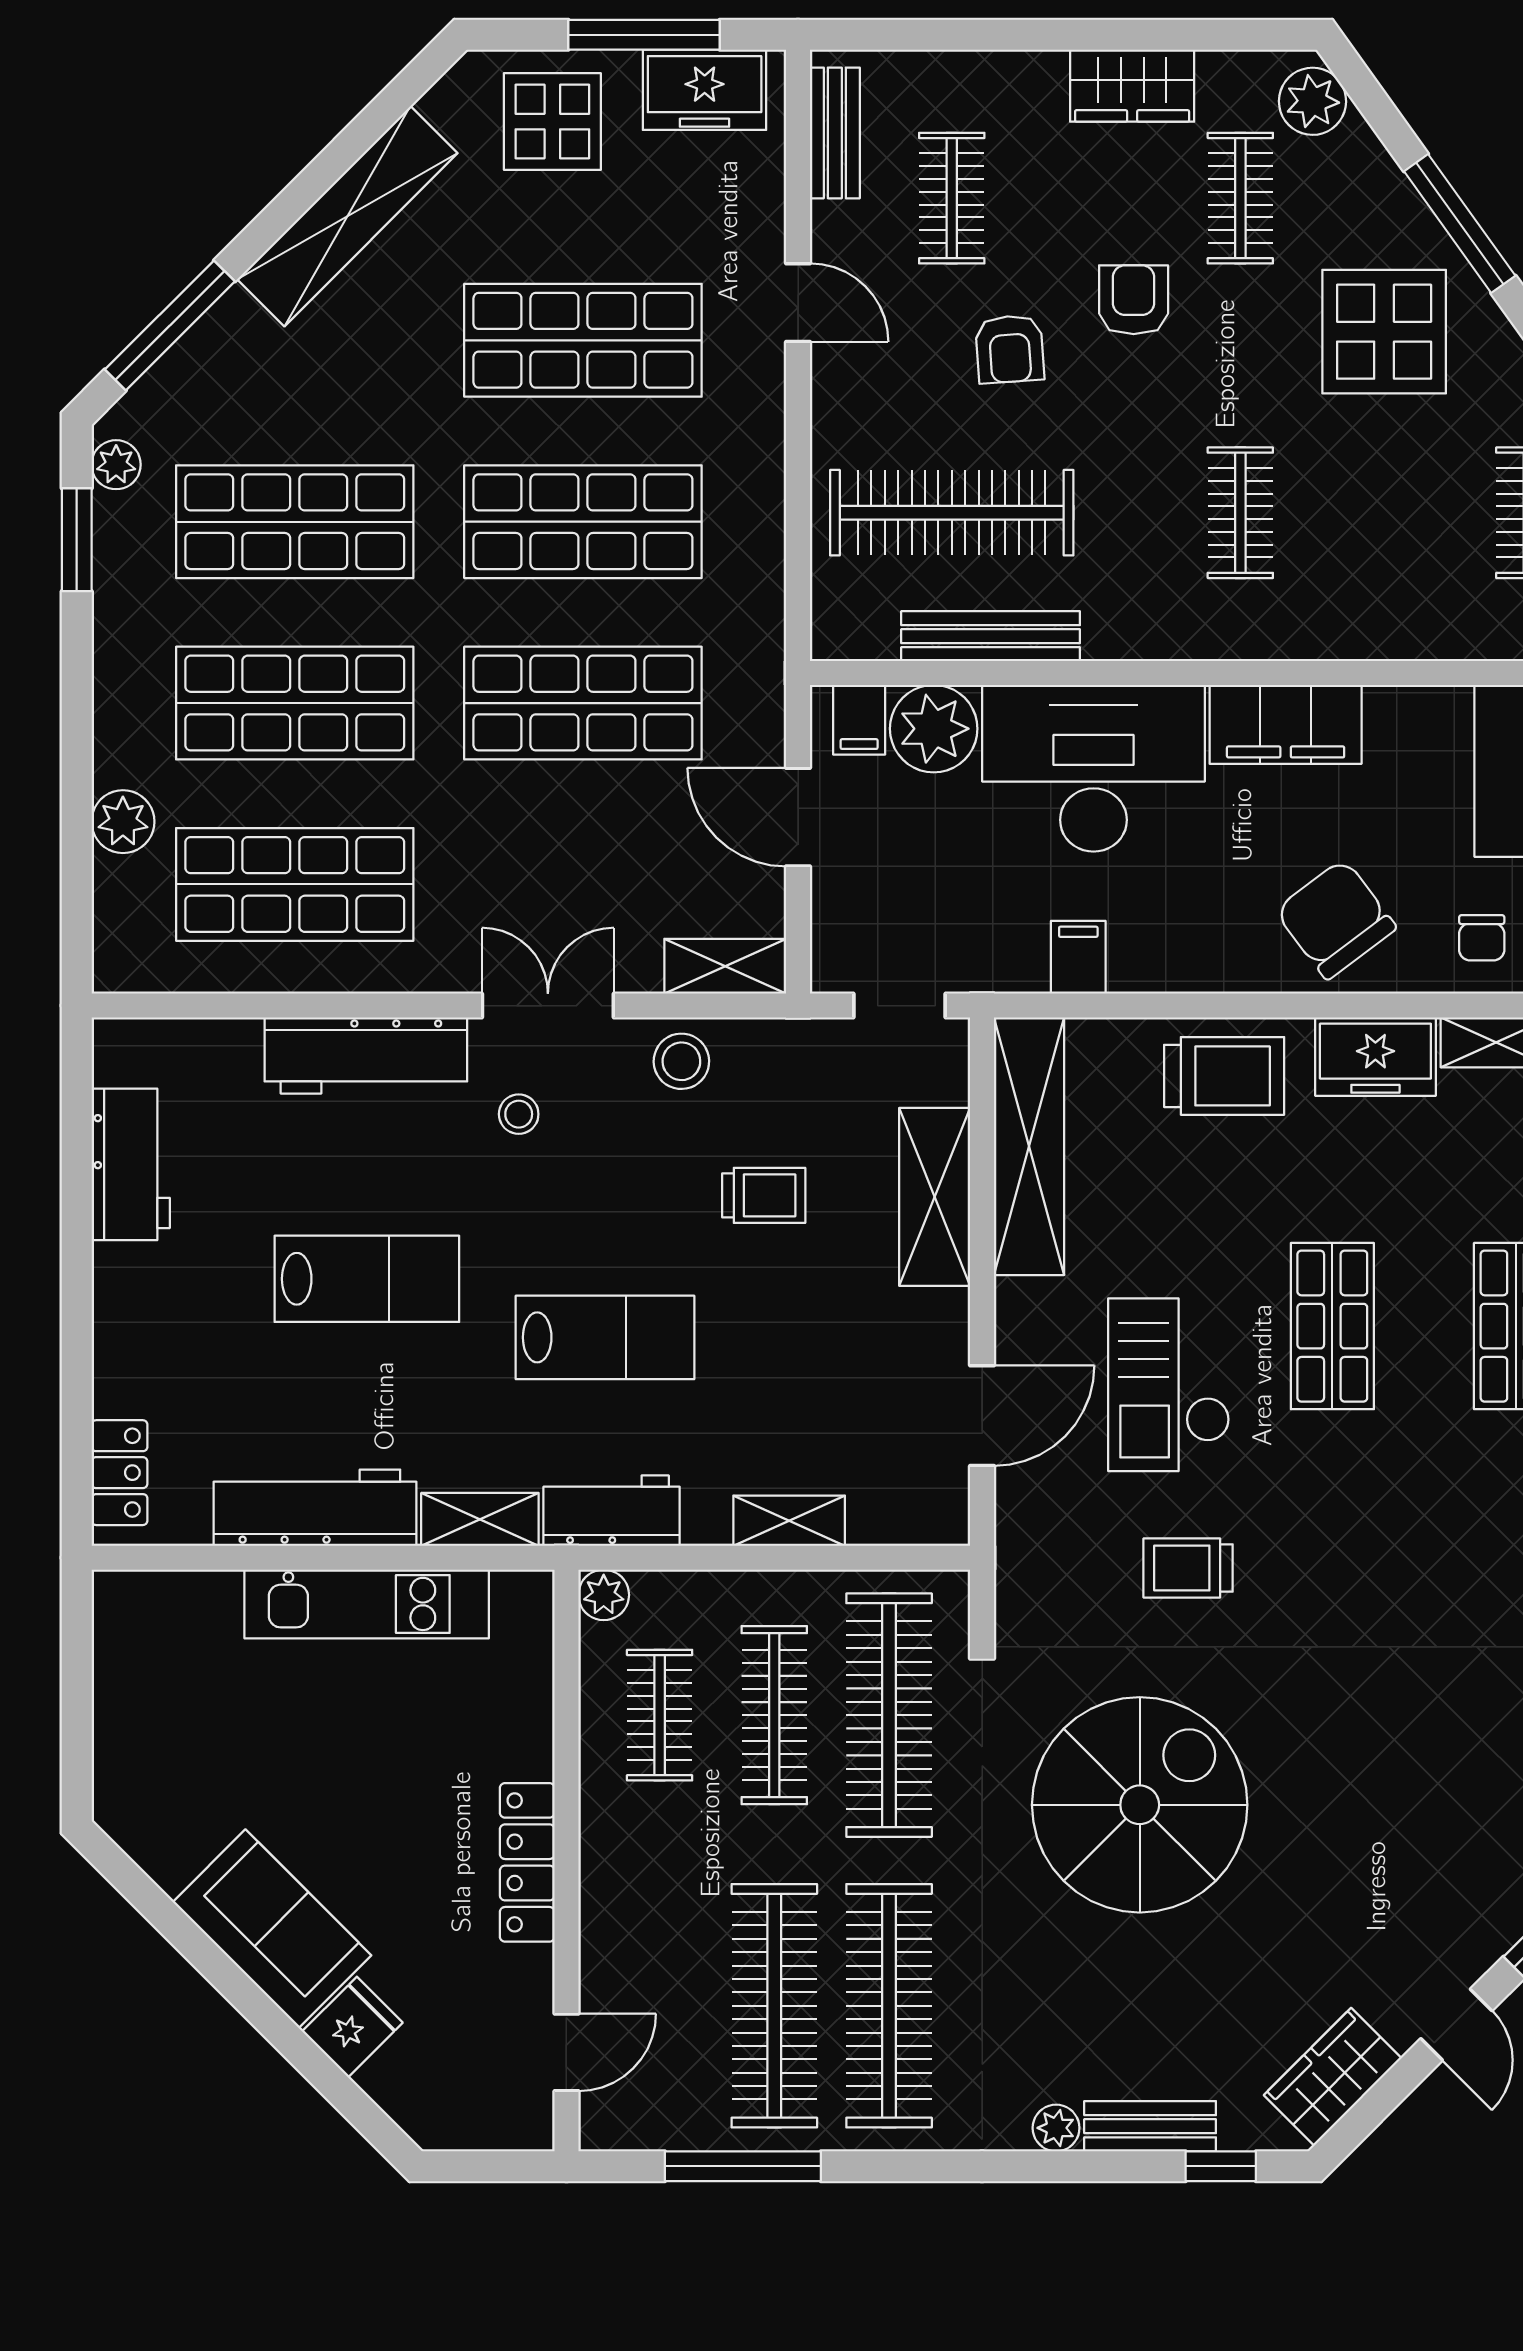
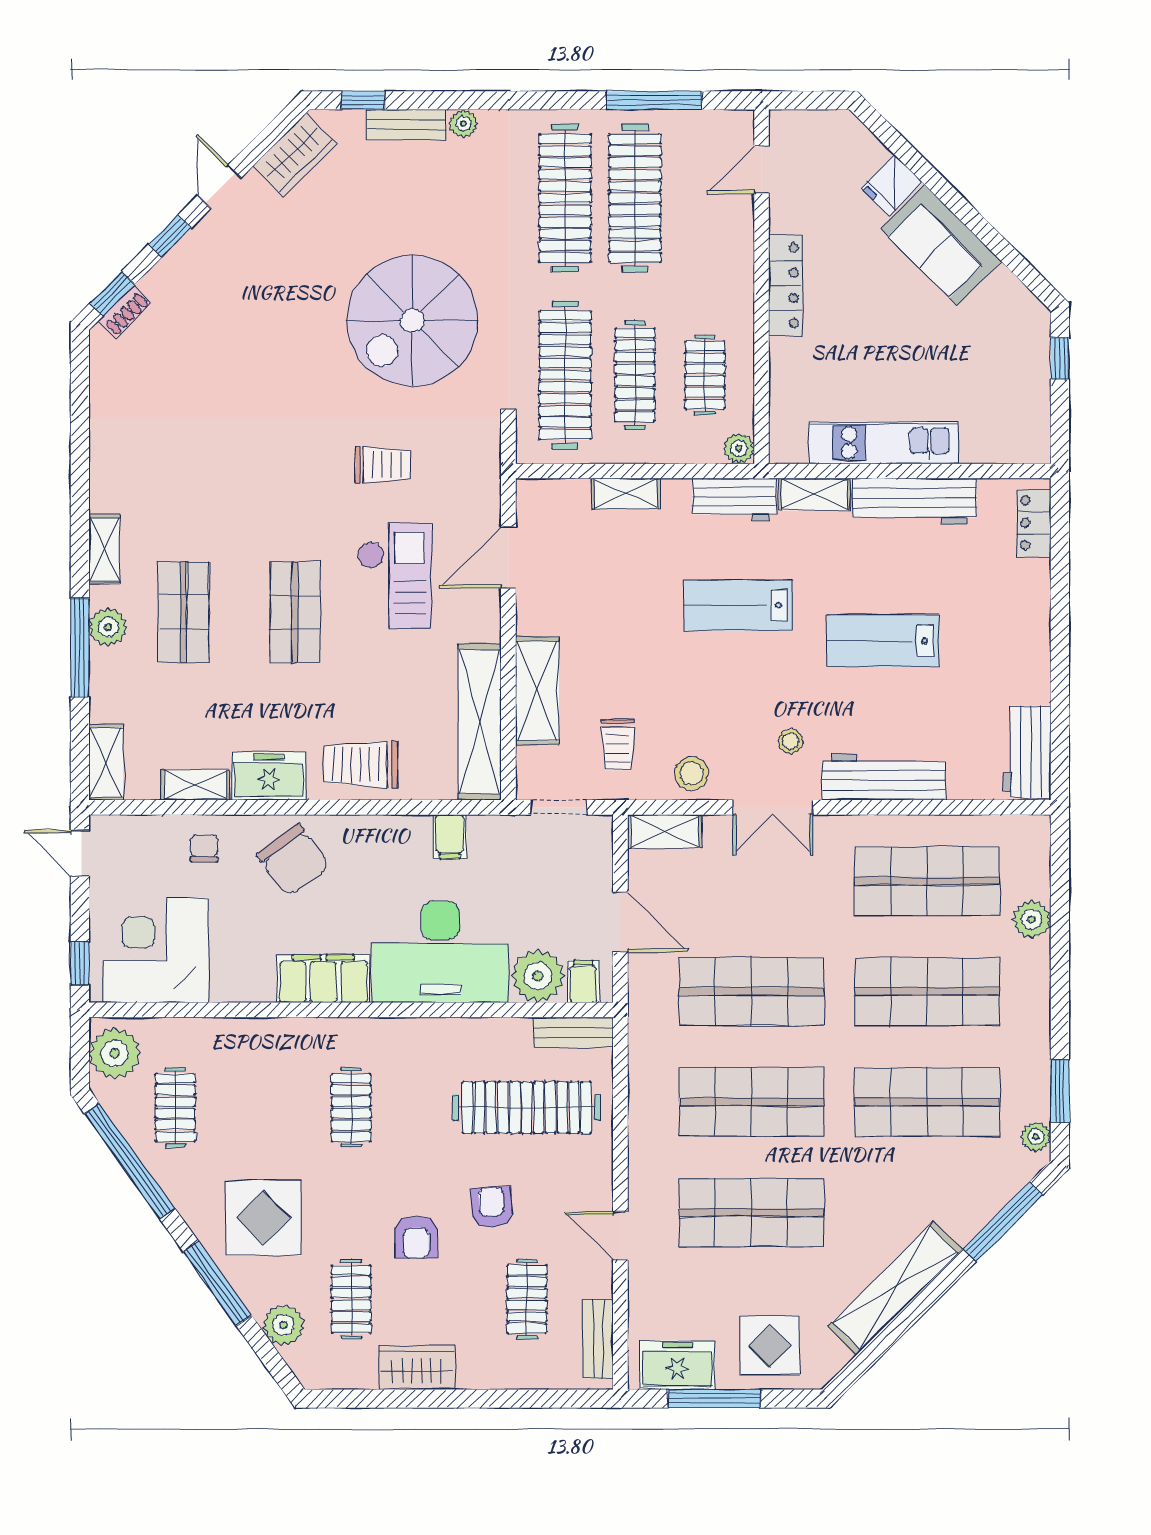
plant: (1313, 101) -> (283, 1325), moved
bench: (991, 636) -> (573, 1032), moved, width x0.73
workbench: (131, 1164) -> (1027, 752), moved
trolley: (764, 1195) -> (618, 745), moved, turned -90
window: (77, 1743) -> (1060, 358), added

